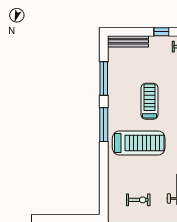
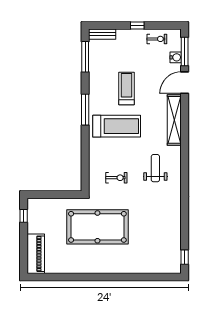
bench: (128, 41) -> (102, 34), width x0.73
window: (104, 79) -> (85, 57), moved

